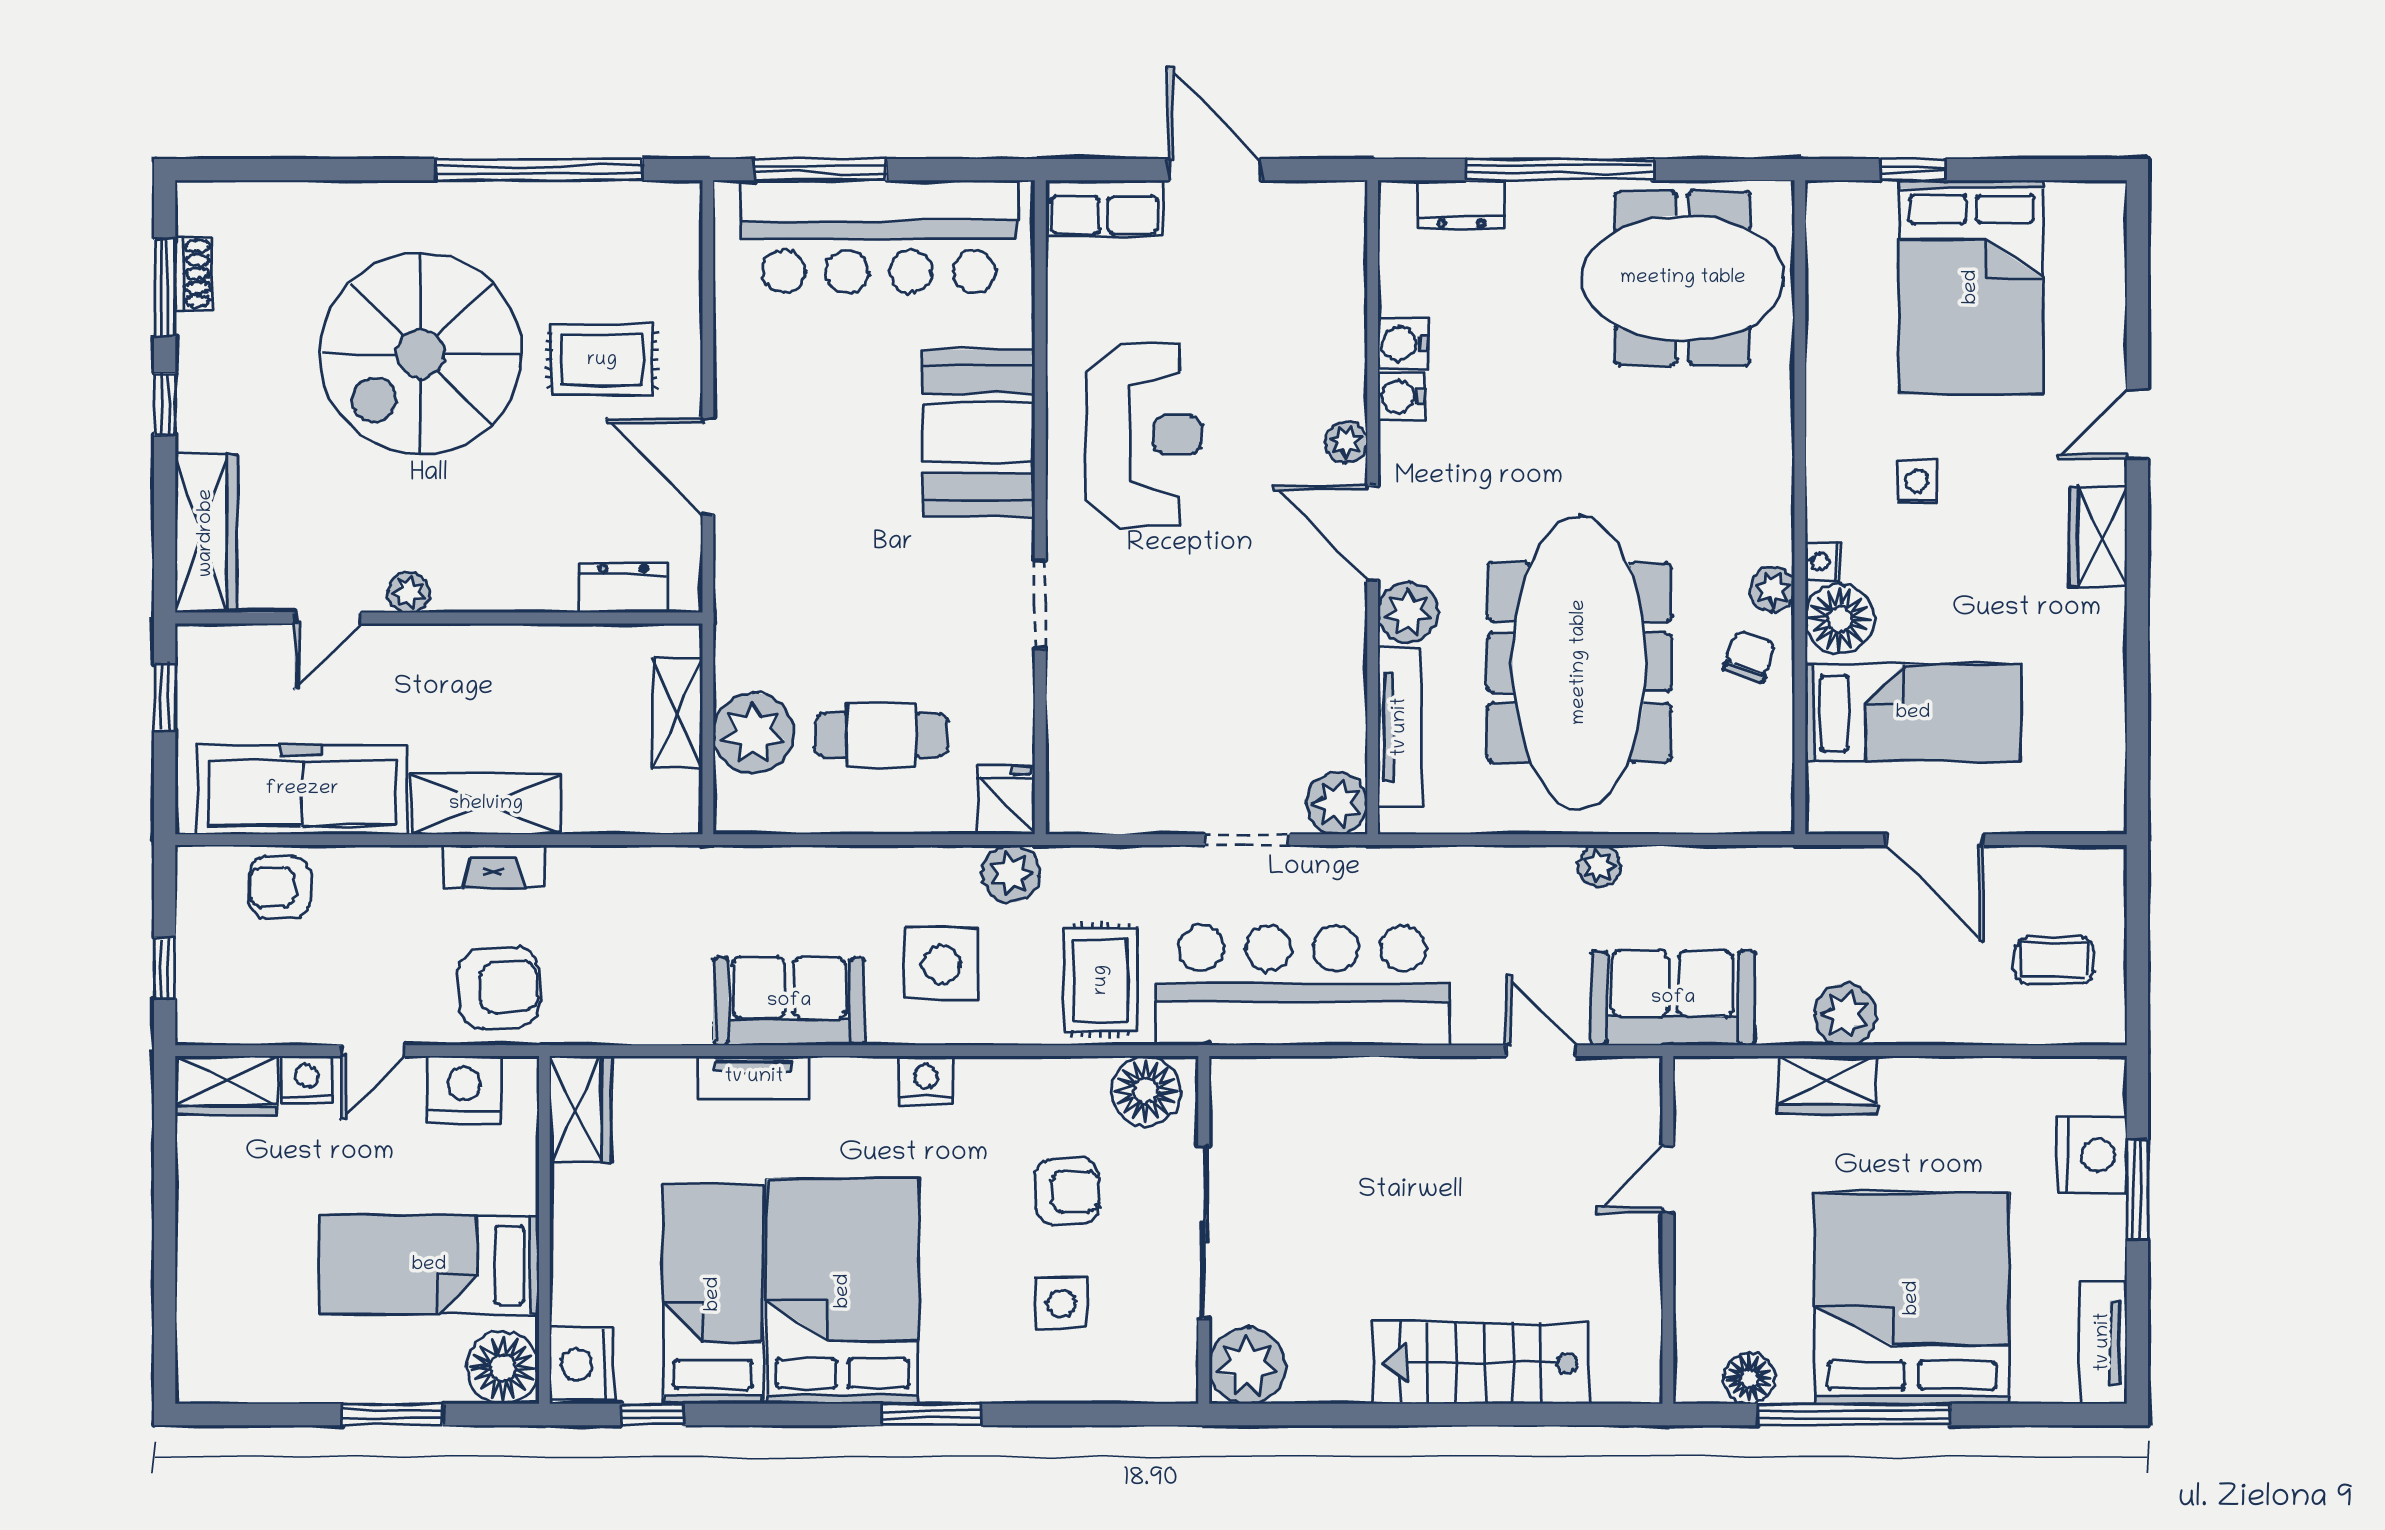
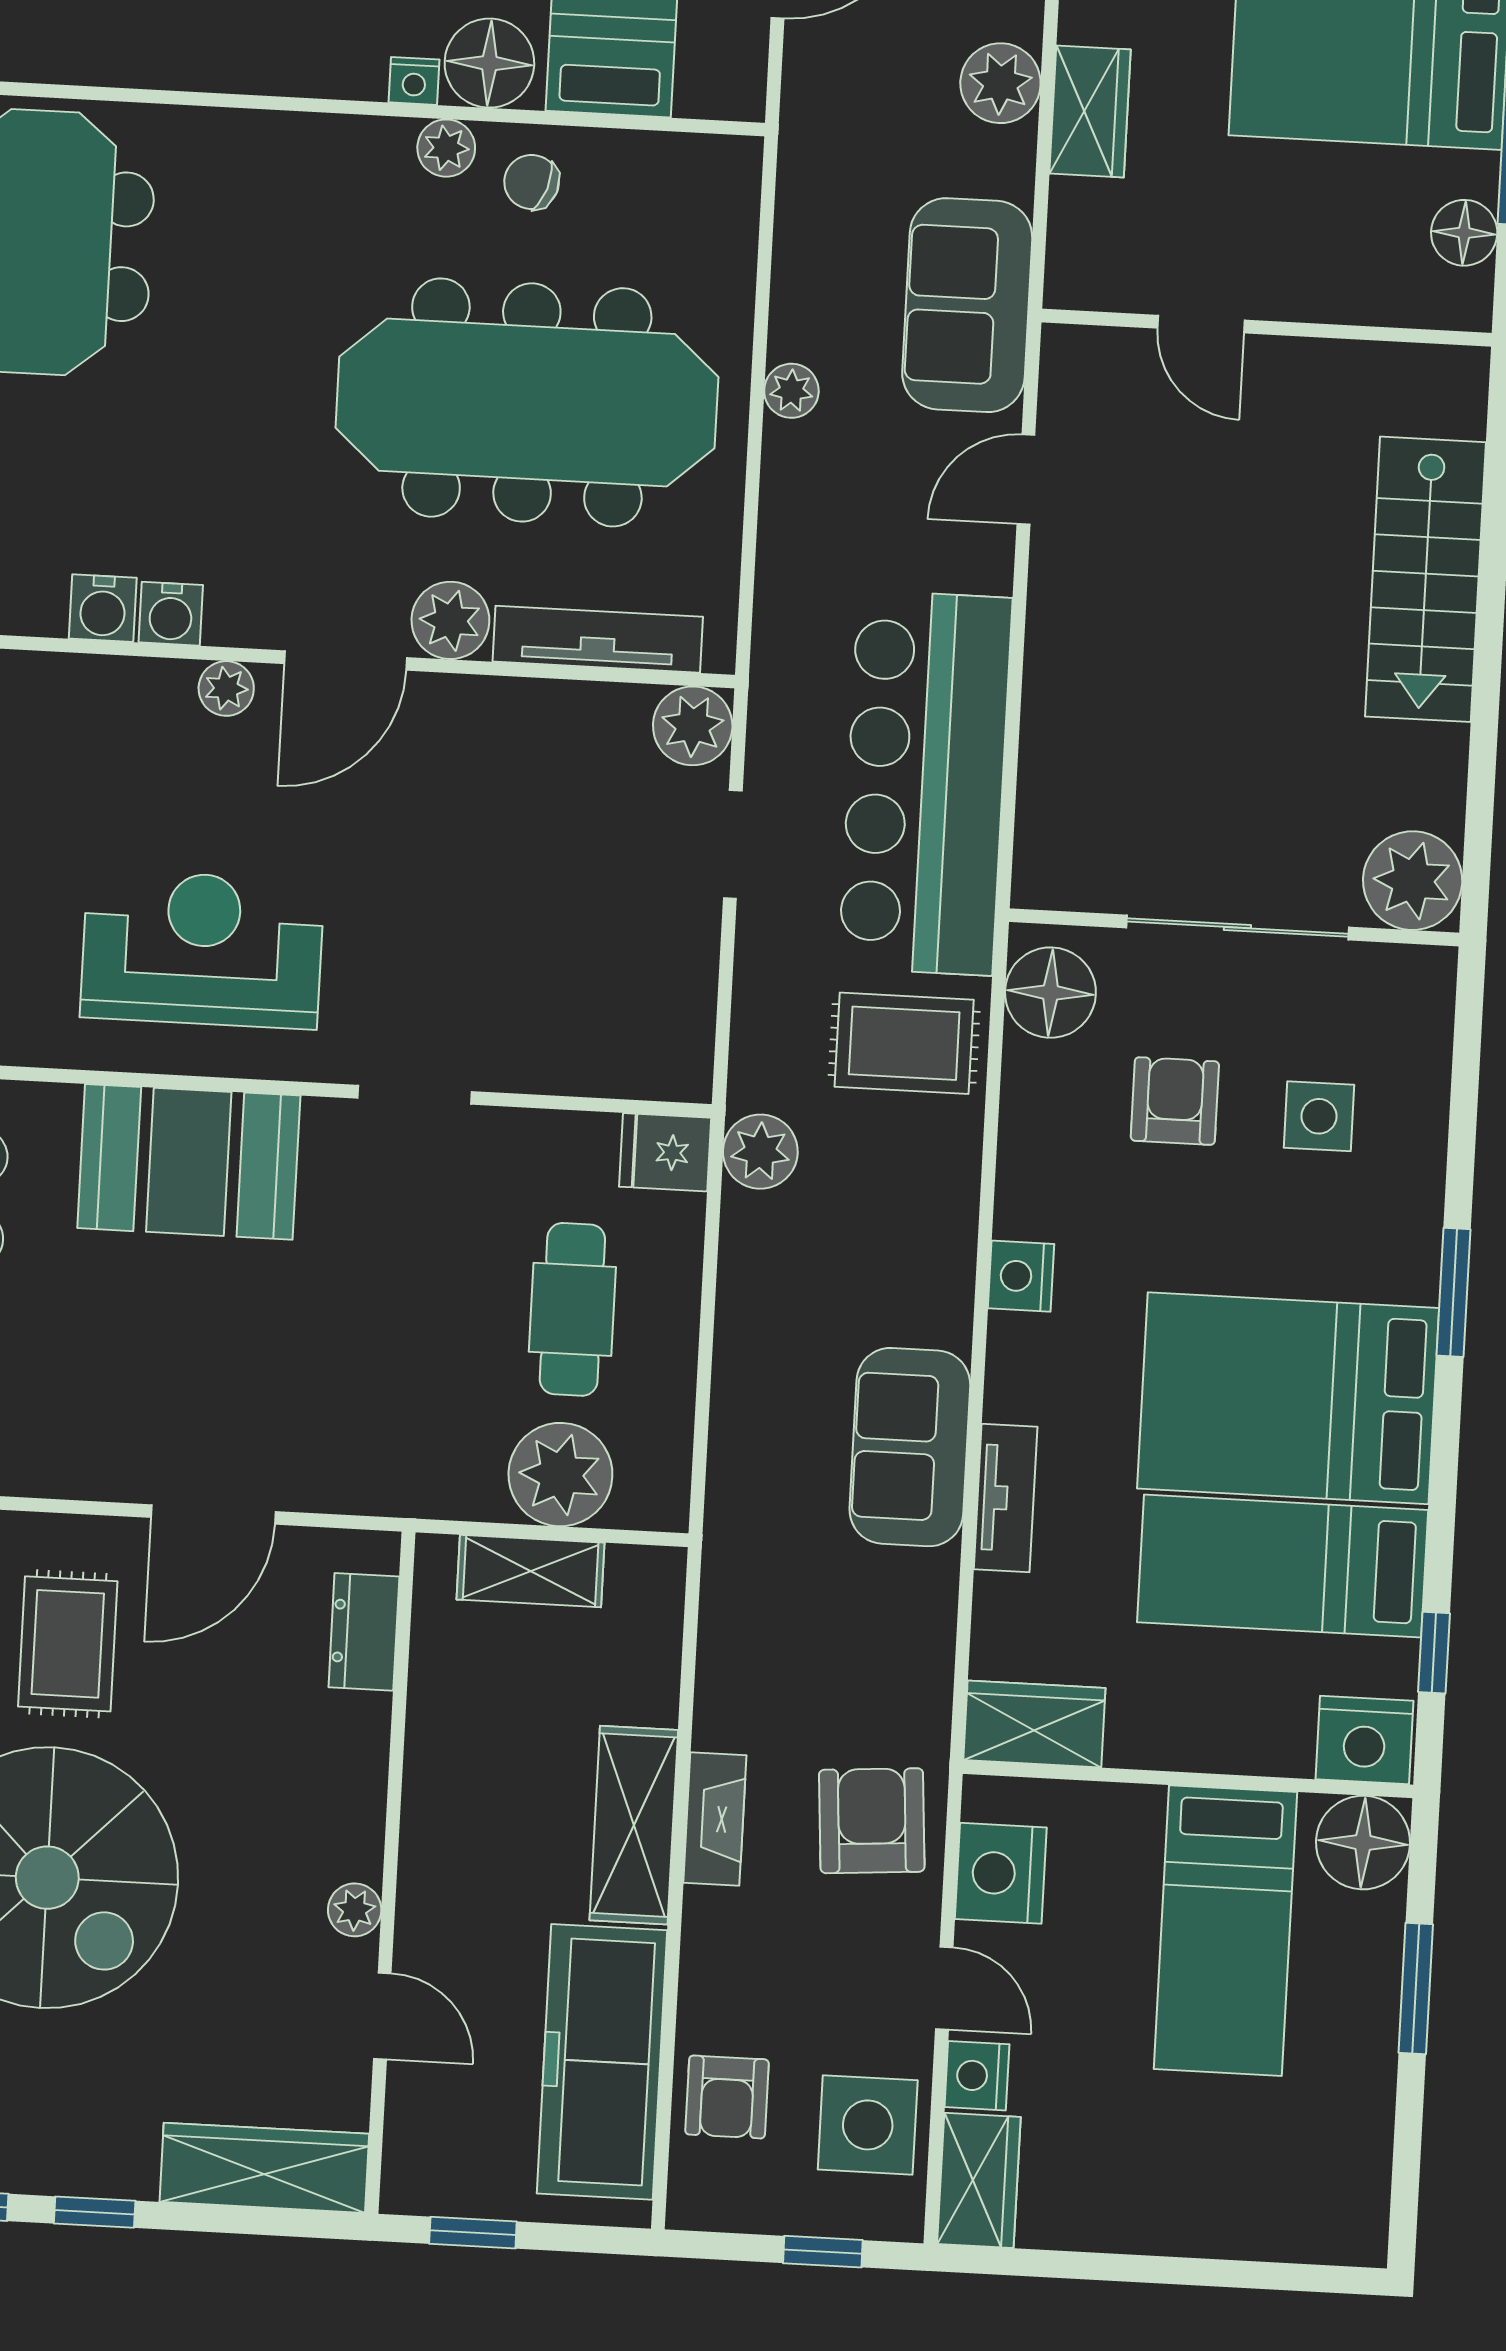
side table: (941, 964) -> (868, 2125), moved

